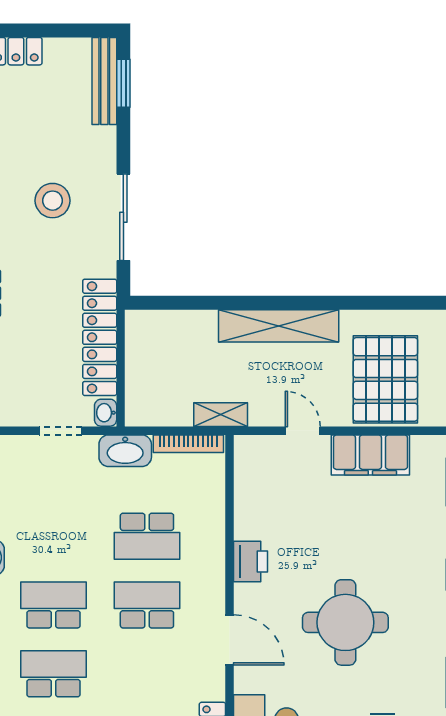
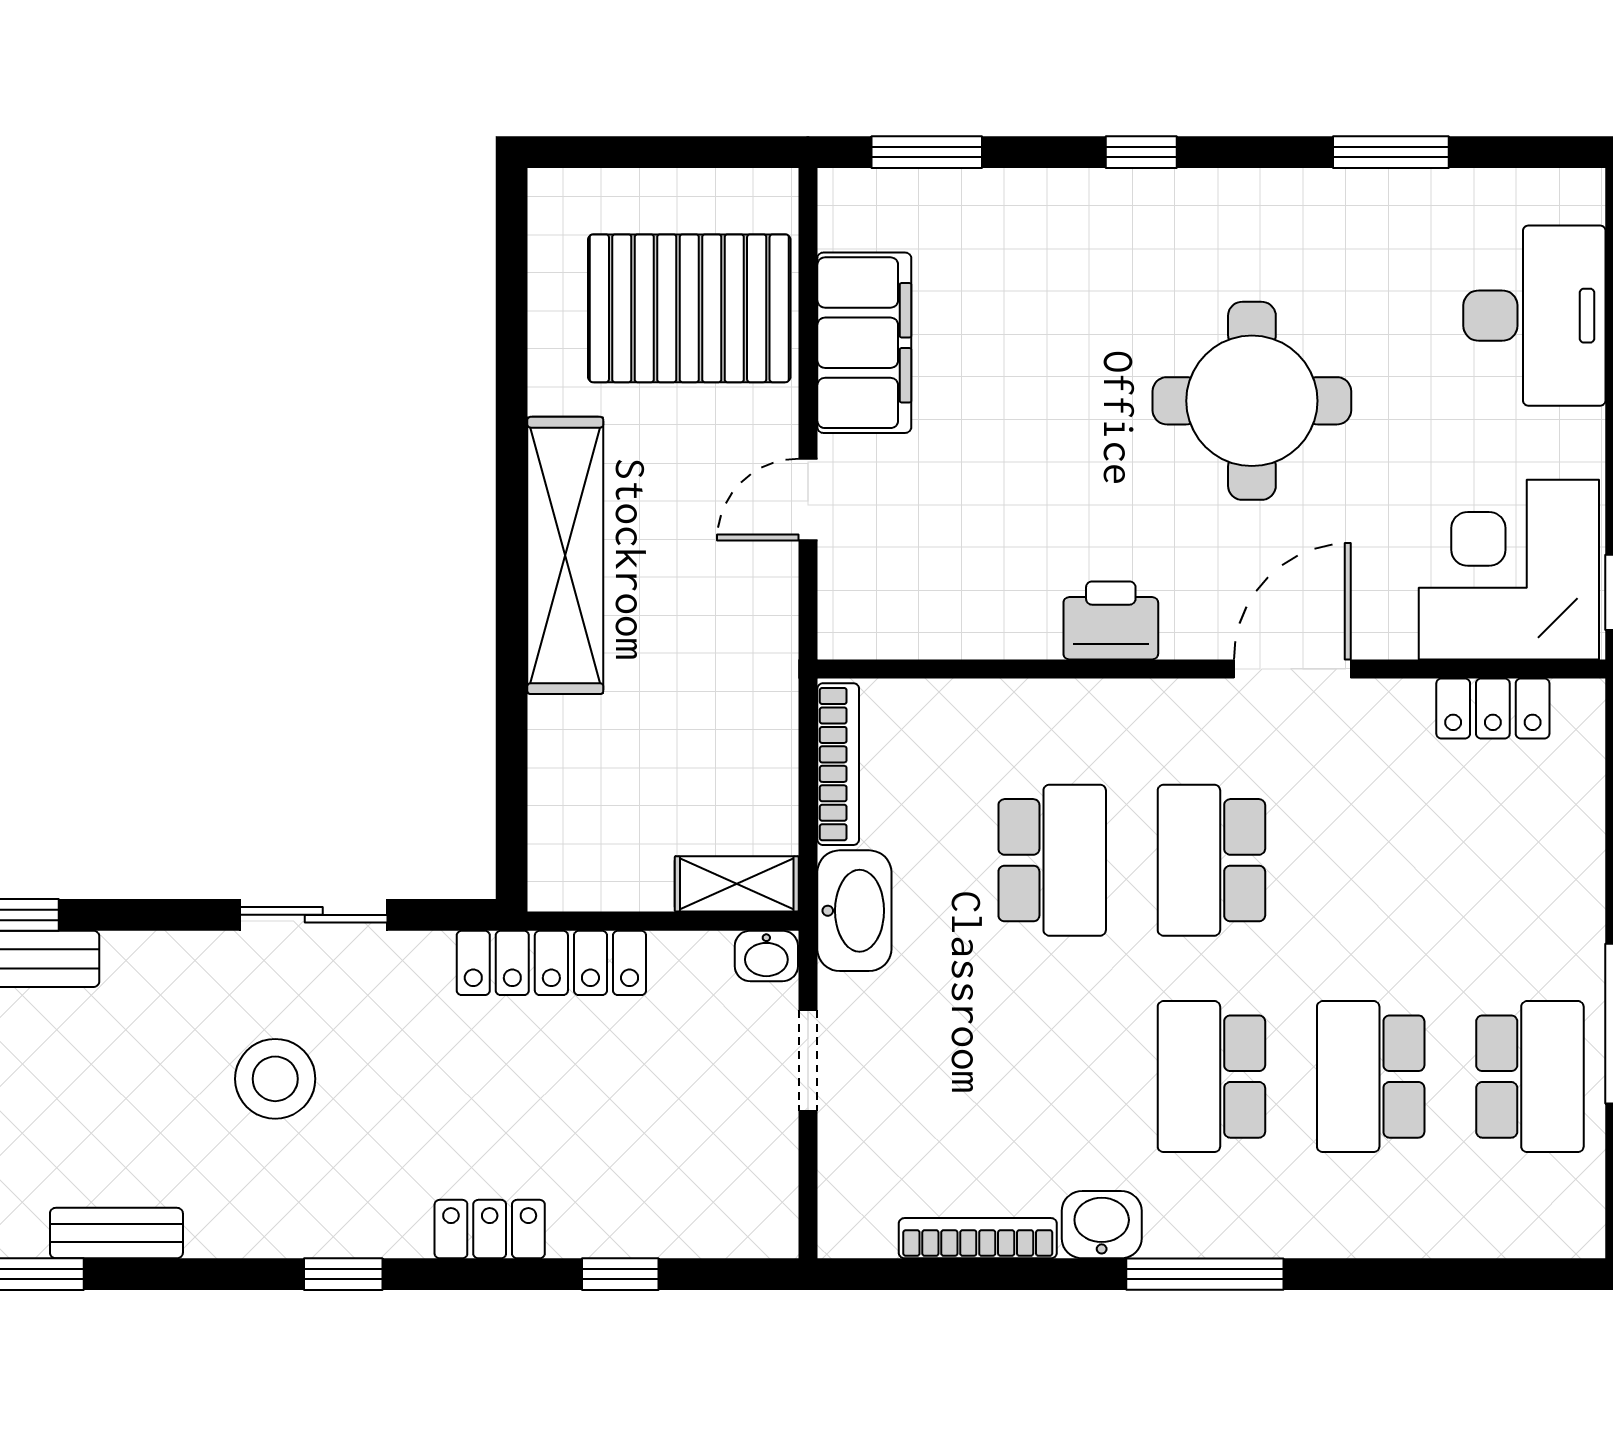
sliding door: (123, 217) -> (314, 915), width x0.73
locker: (100, 337) -> (551, 963), width x0.71, depth x0.83
shelving: (221, 415) -> (737, 884), moved, turned 90

